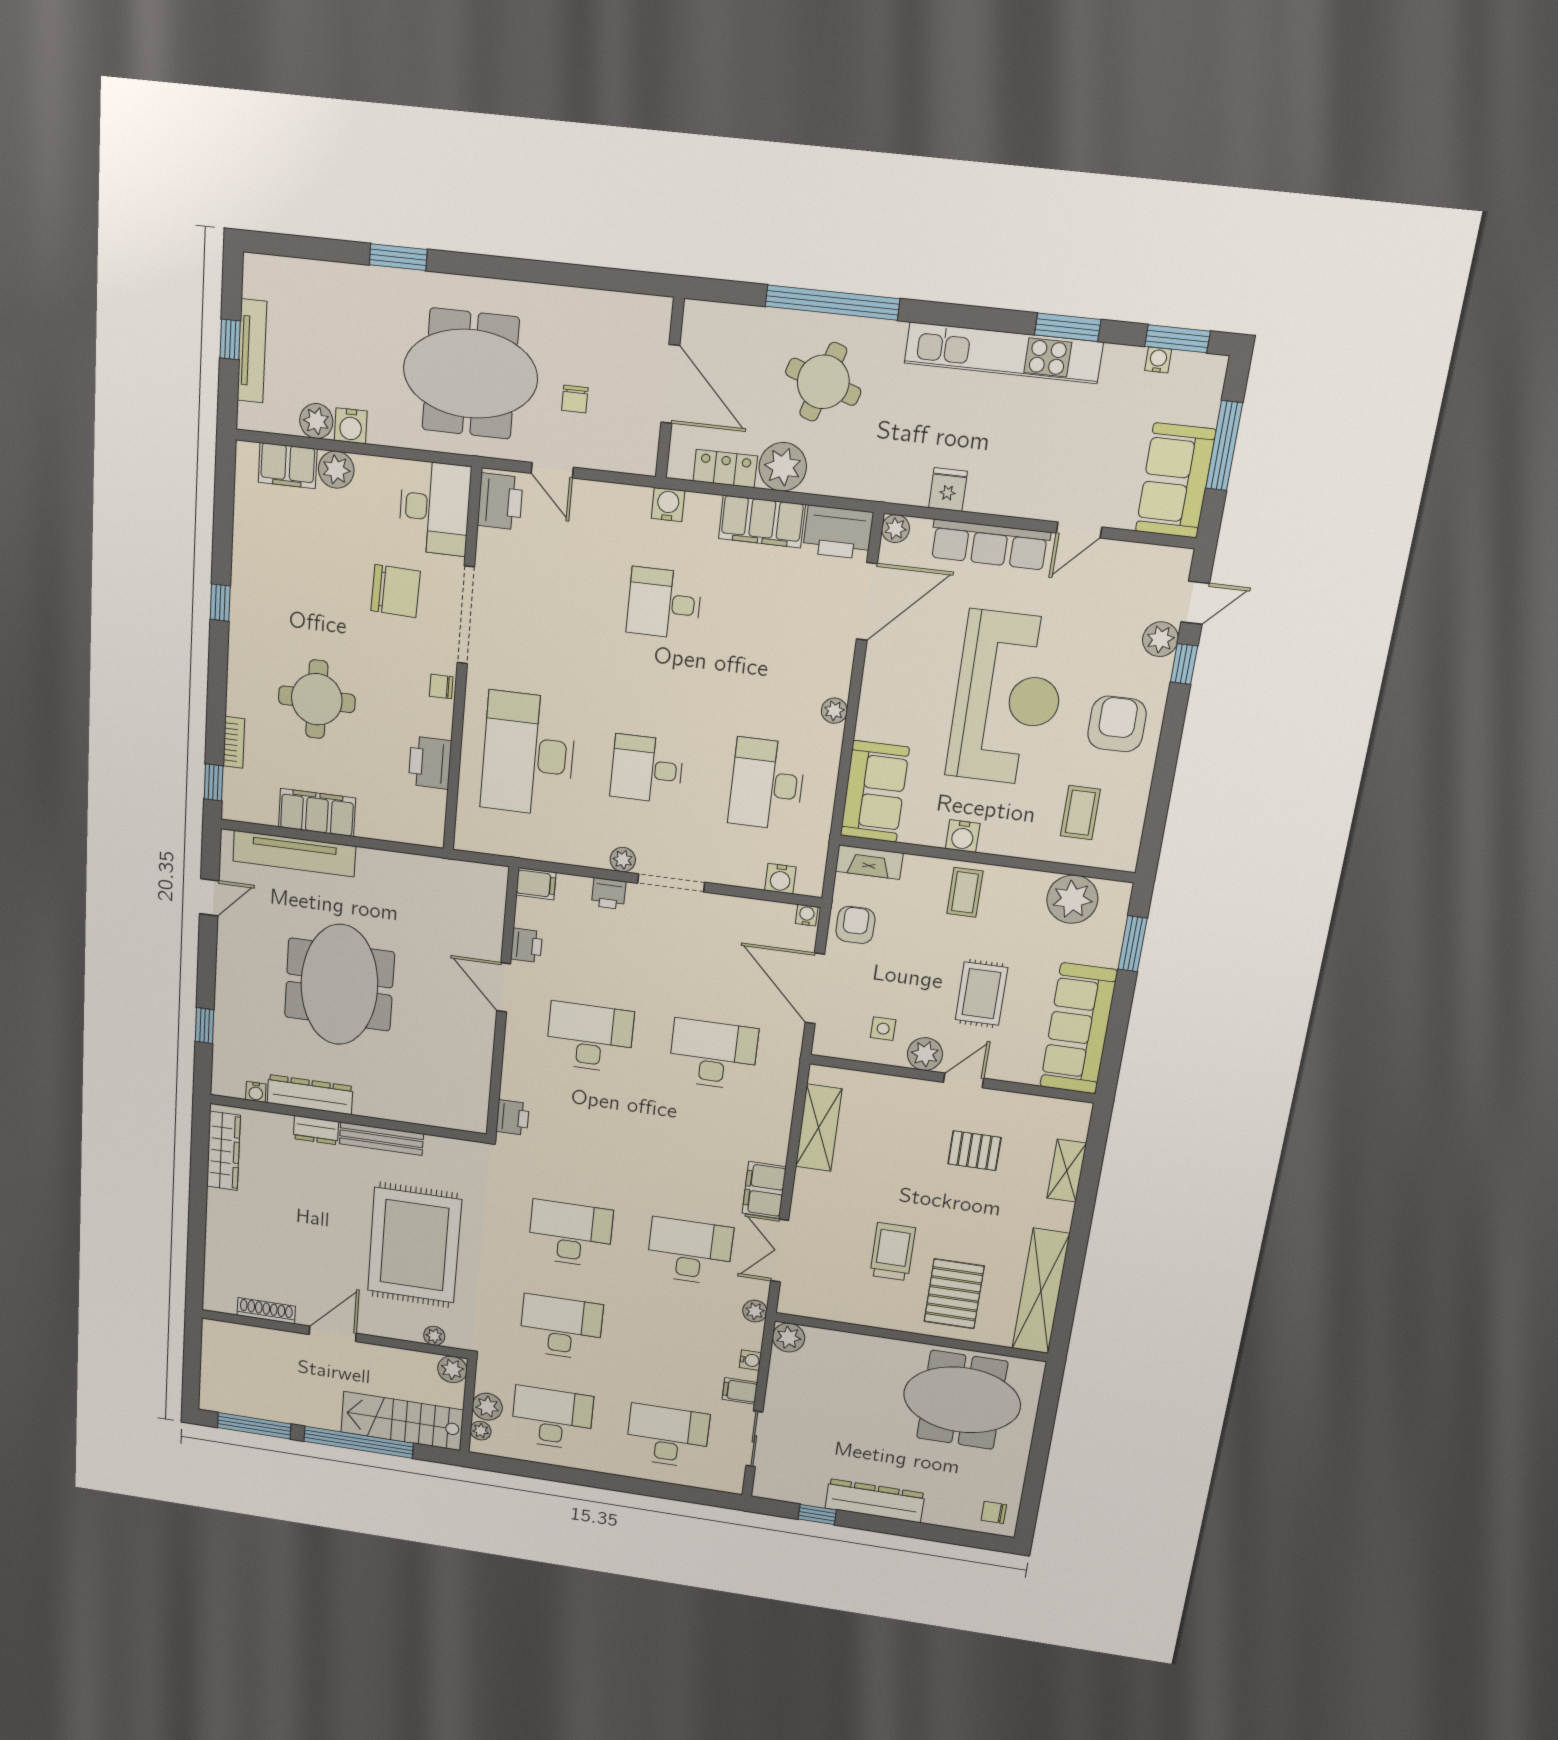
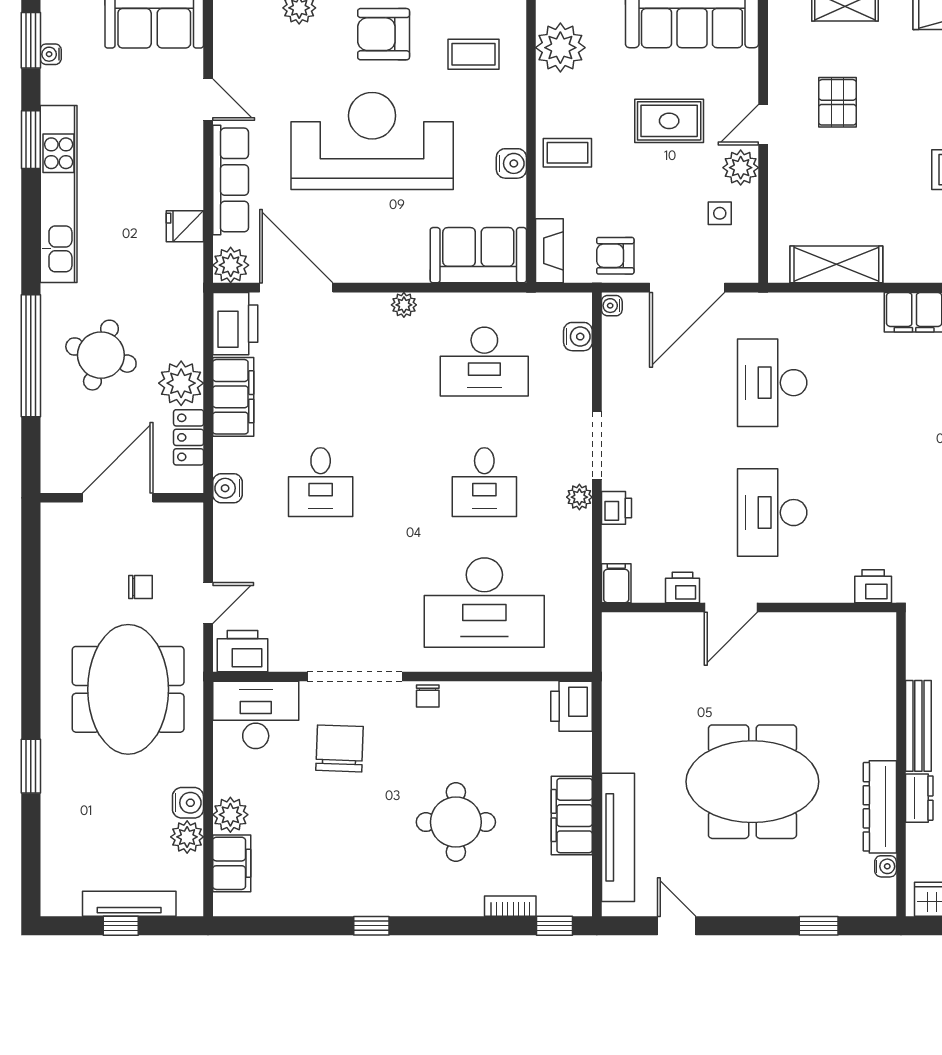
plant: (895, 529) -> (231, 265), width x1.38, depth x1.38
printer: (430, 763) -> (571, 706), moved, turned 90
door: (964, 1080) -> (763, 125), hinge flipped

